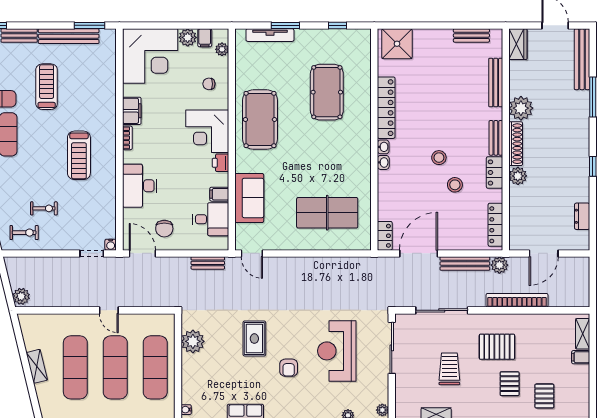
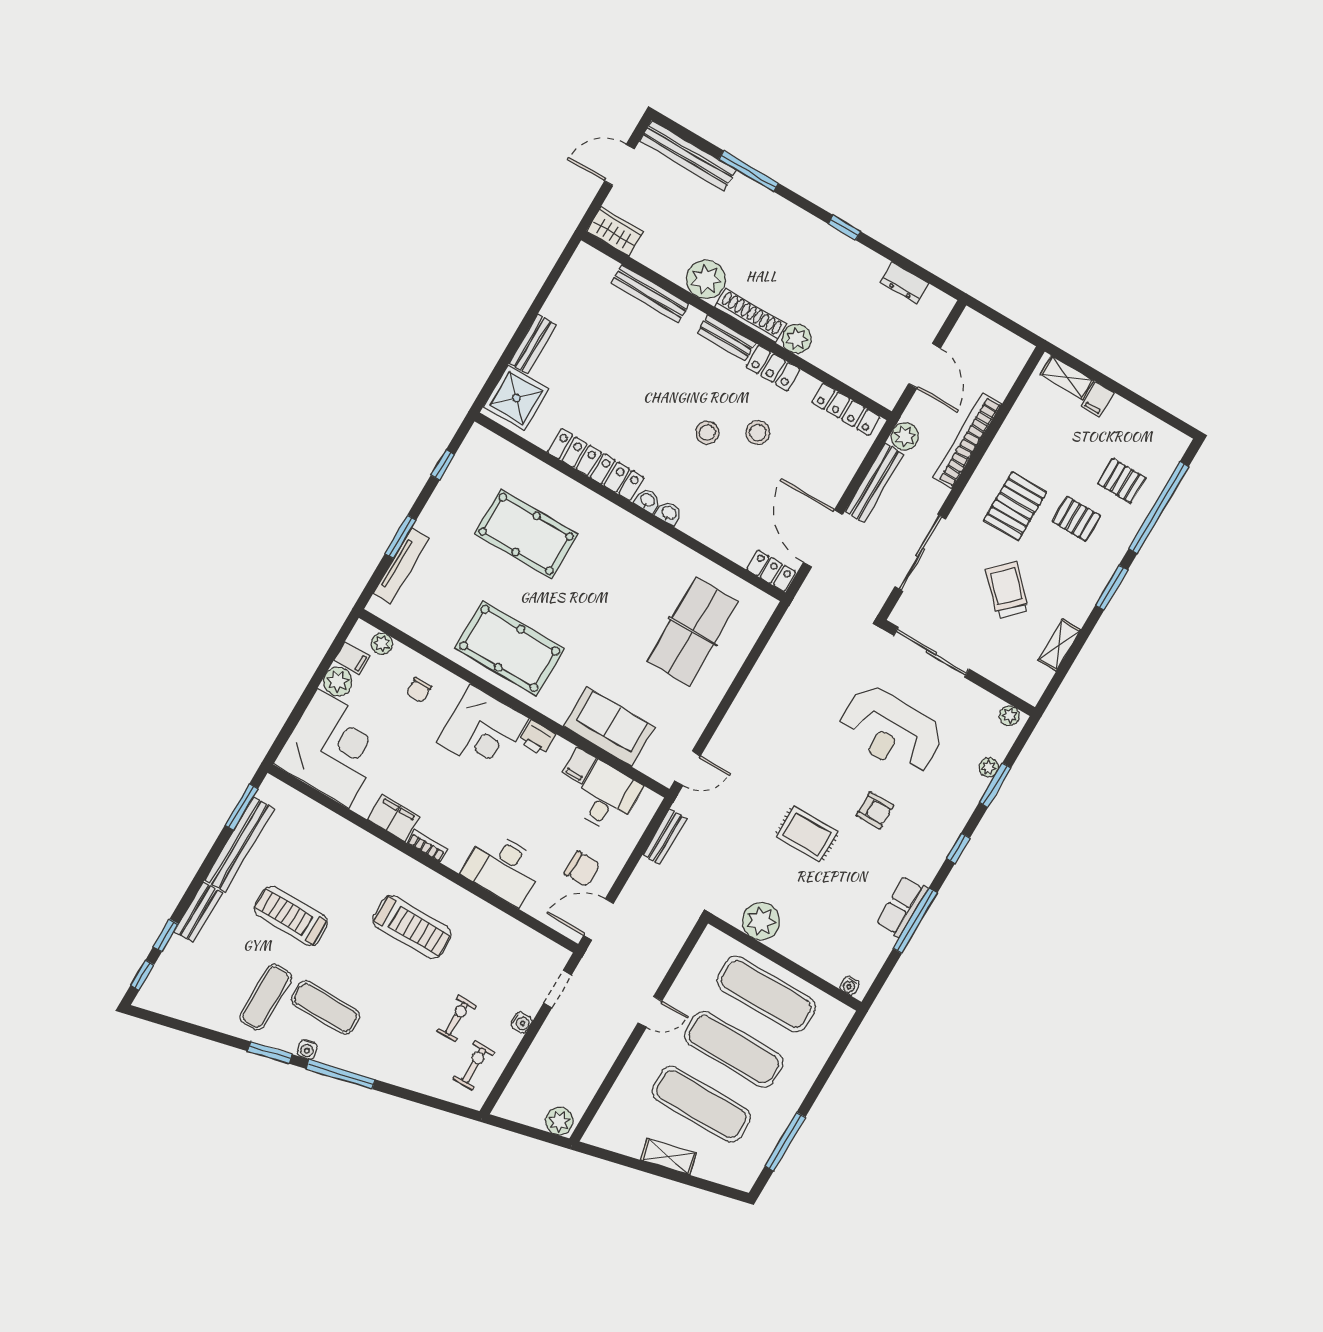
bench: (471, 35) -> (533, 344), moved
water cooler: (111, 245) -> (521, 1023), moved
trolley: (449, 369) -> (1007, 590), turned 46

